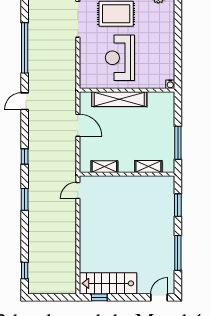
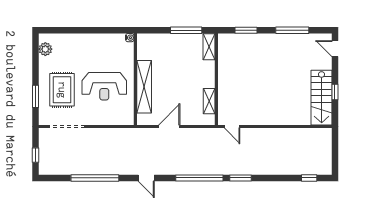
window: (25, 156) -> (199, 178), width x3.17
shelving: (148, 167) -> (209, 47), moved
window: (99, 297) -> (335, 92), moved

